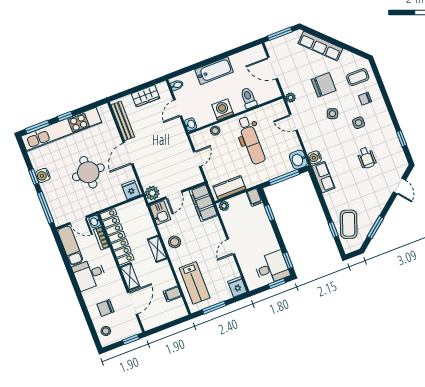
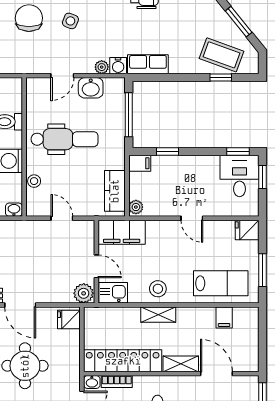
plant: (291, 97) -> (102, 67), moved
washbasin: (298, 160) -> (91, 88), moved

